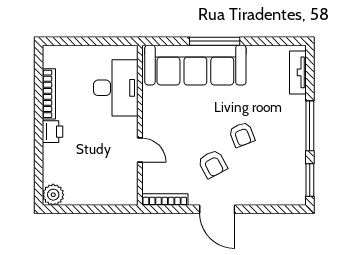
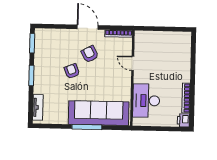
window: (310, 126) -> (31, 75), width x0.69
printer: (53, 132) -> (183, 120), moved
plant: (53, 195) -> (185, 38), removed

